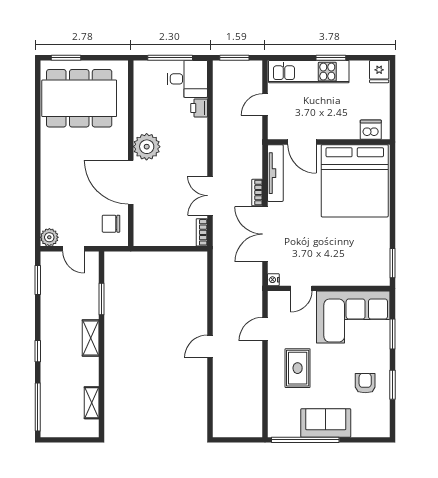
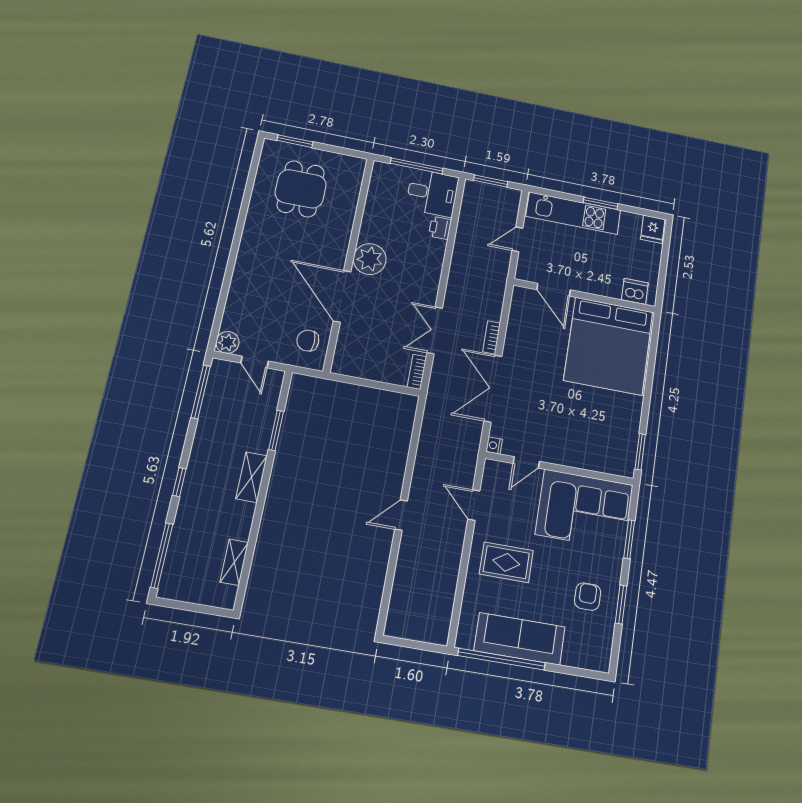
dining table: (79, 98) -> (301, 189), width x0.53, depth x0.80
tv unit: (275, 173) -> (517, 319), removed
window: (38, 280) -> (201, 392), width x1.44
door: (265, 329) -> (474, 505), hinge flipped
rug: (298, 368) -> (506, 562), turned 90
sofa: (326, 423) -> (520, 639), width x1.36

